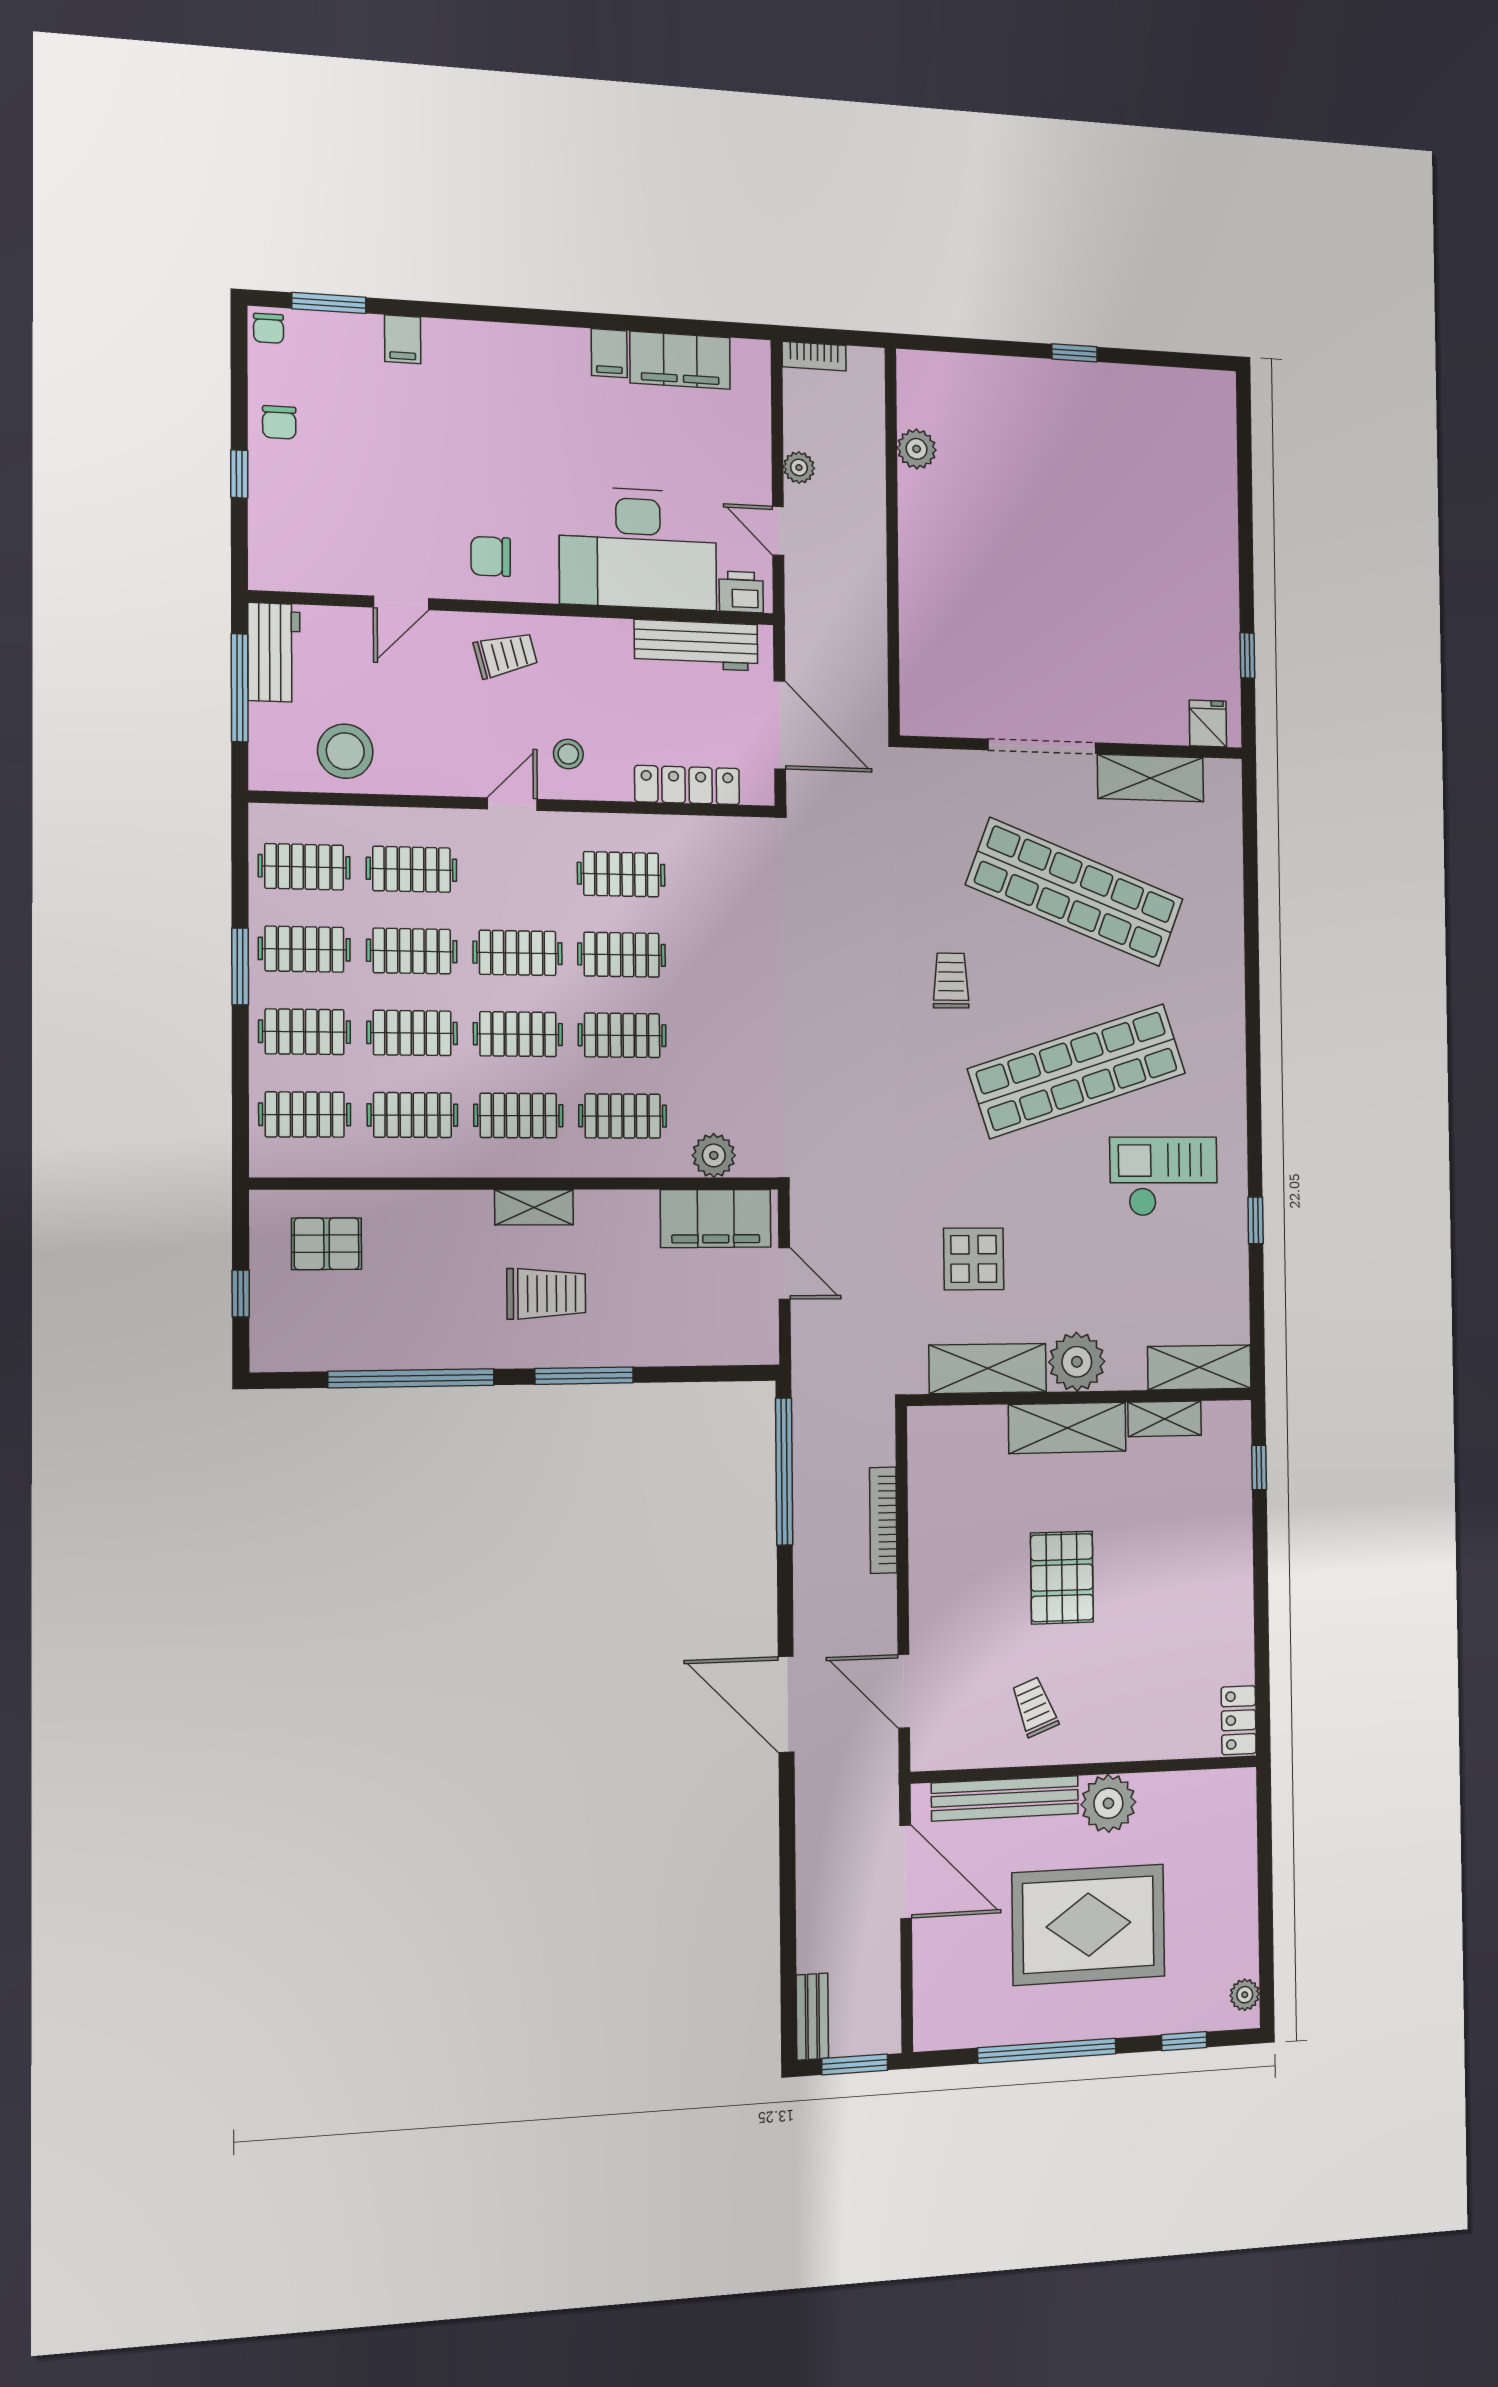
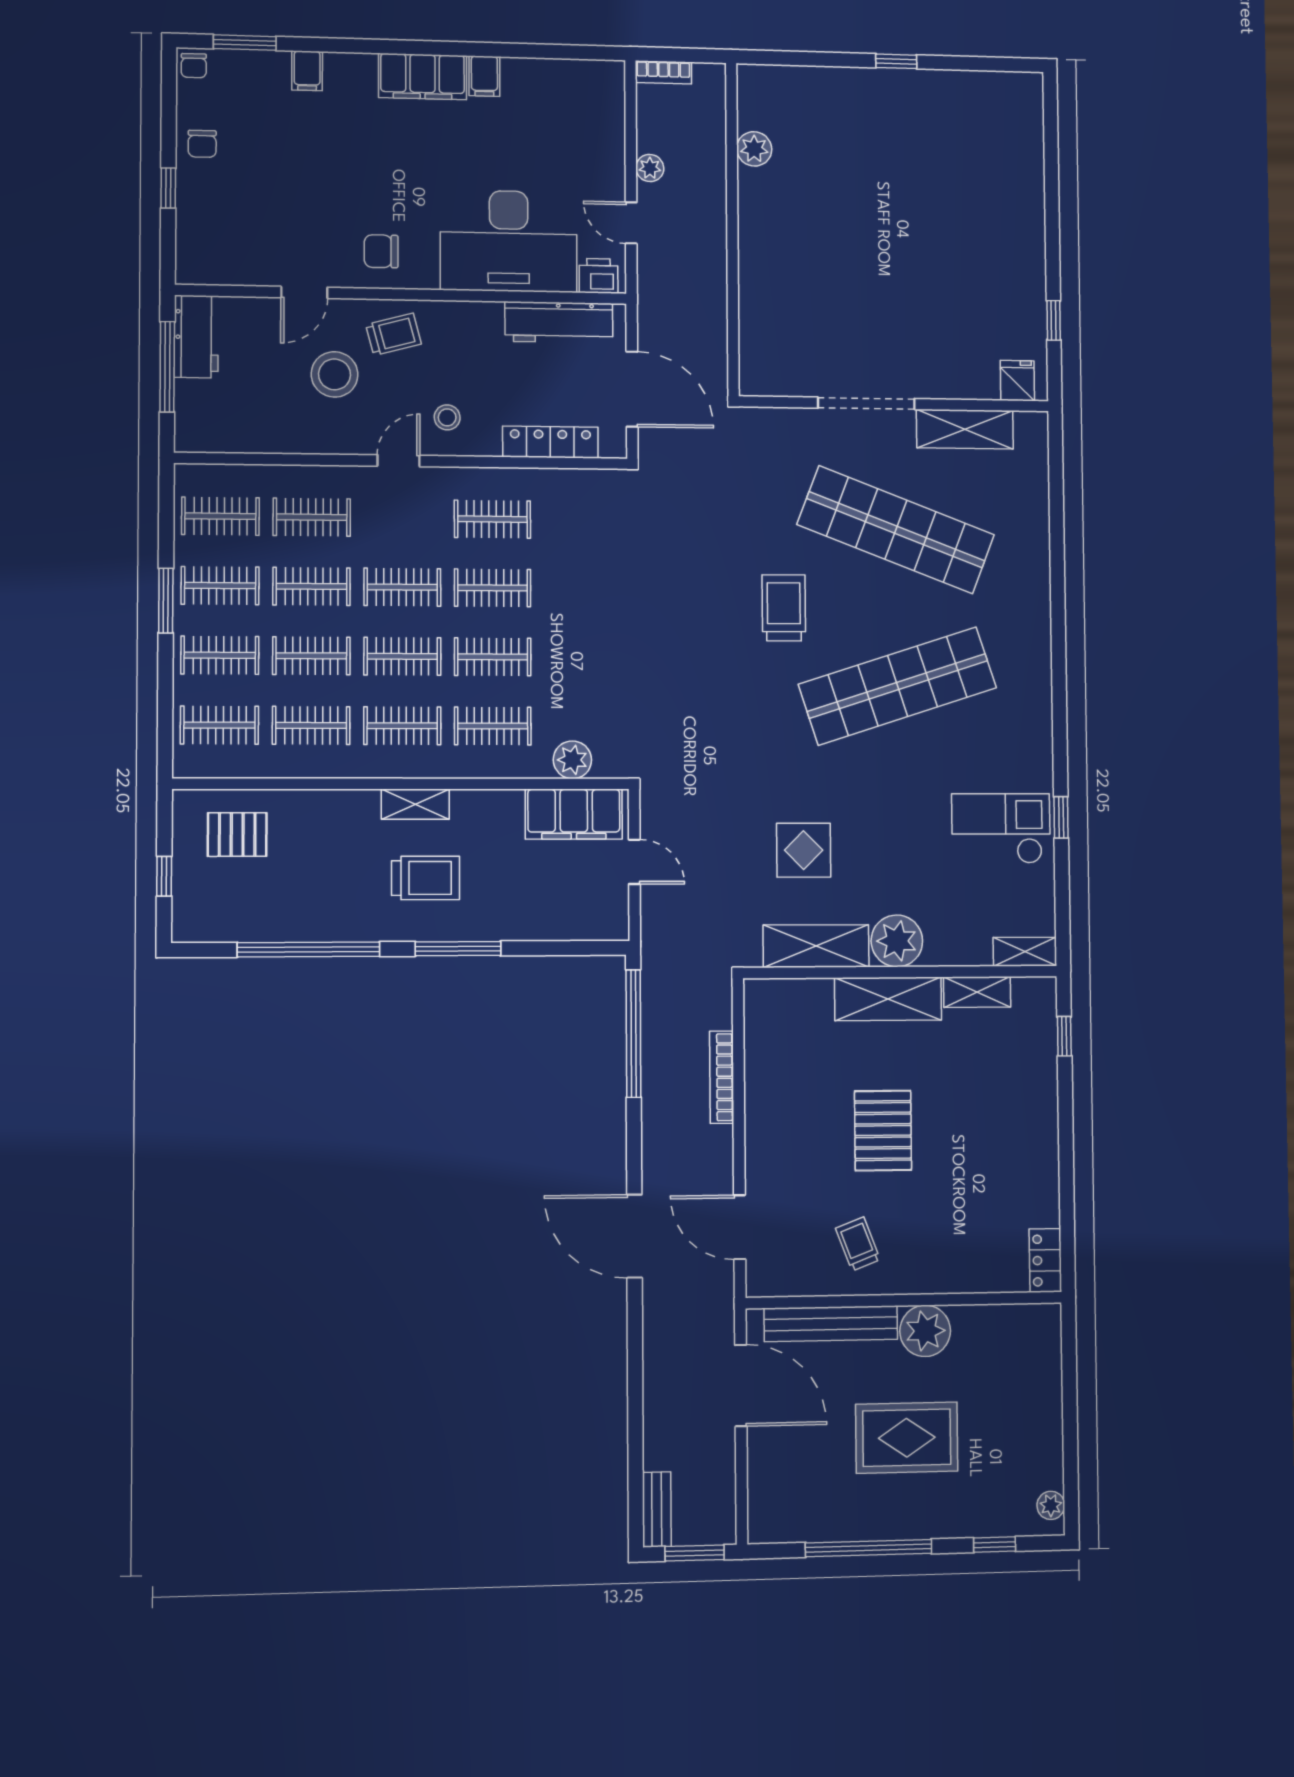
filing cabinet: (680, 360) -> (423, 77), moved
stool: (345, 751) -> (335, 374), moved
trolley: (951, 981) -> (784, 608), width x1.36, depth x1.39
checkout: (1164, 1176) -> (1001, 829), moved
shelving: (1199, 1367) -> (1025, 952), width x0.67, depth x0.75
rug: (1088, 1925) -> (907, 1438), width x0.73, depth x0.69

